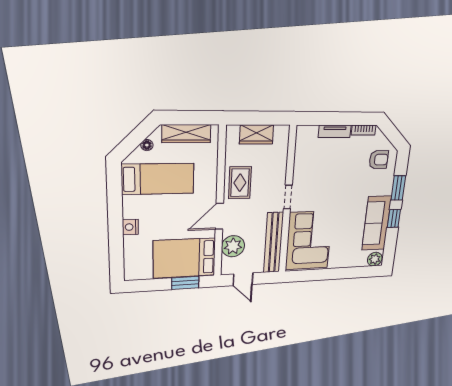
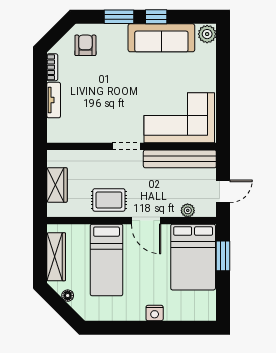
bed: (158, 179) -> (107, 260), moved, turned 180
plant: (233, 246) -> (188, 210), width x0.53, depth x0.53

